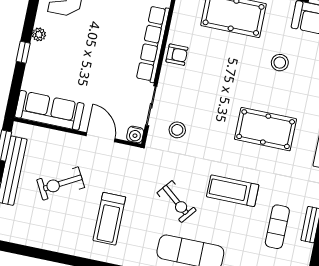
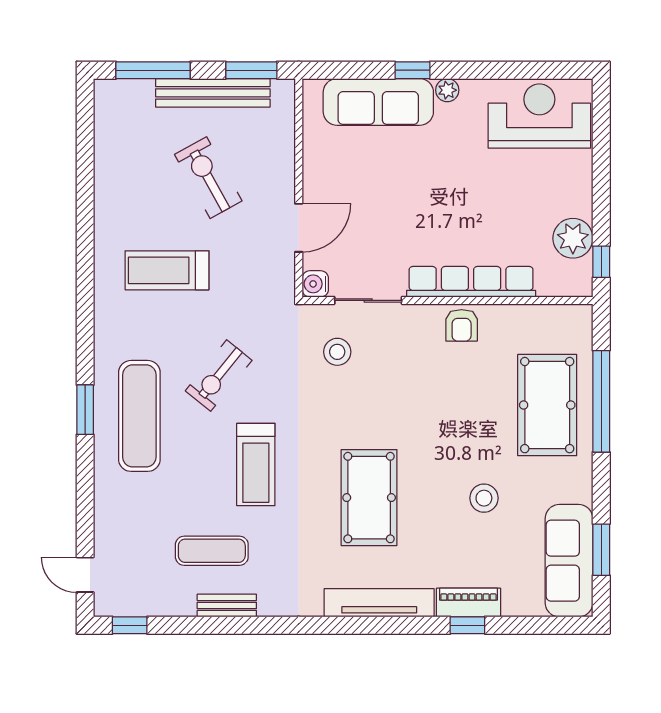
sofa: (49, 110) -> (378, 102), moved, turned 90
treadmill: (233, 191) -> (256, 465), turned 180

